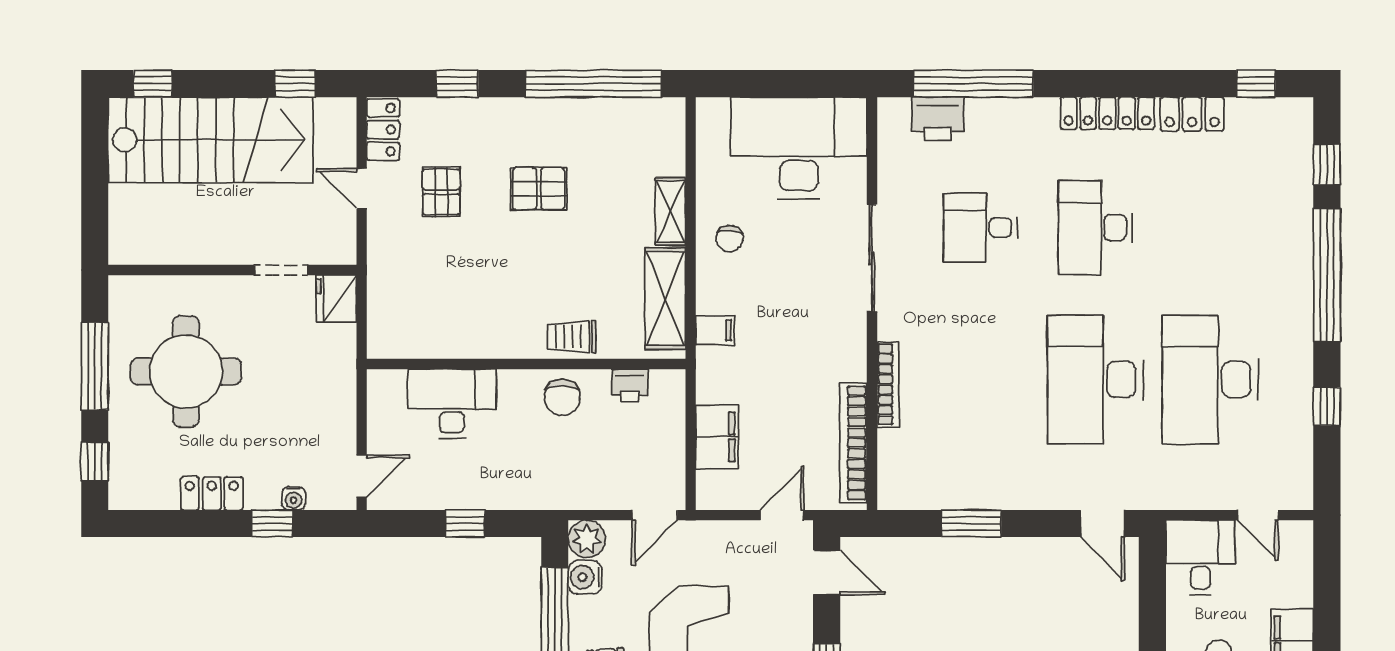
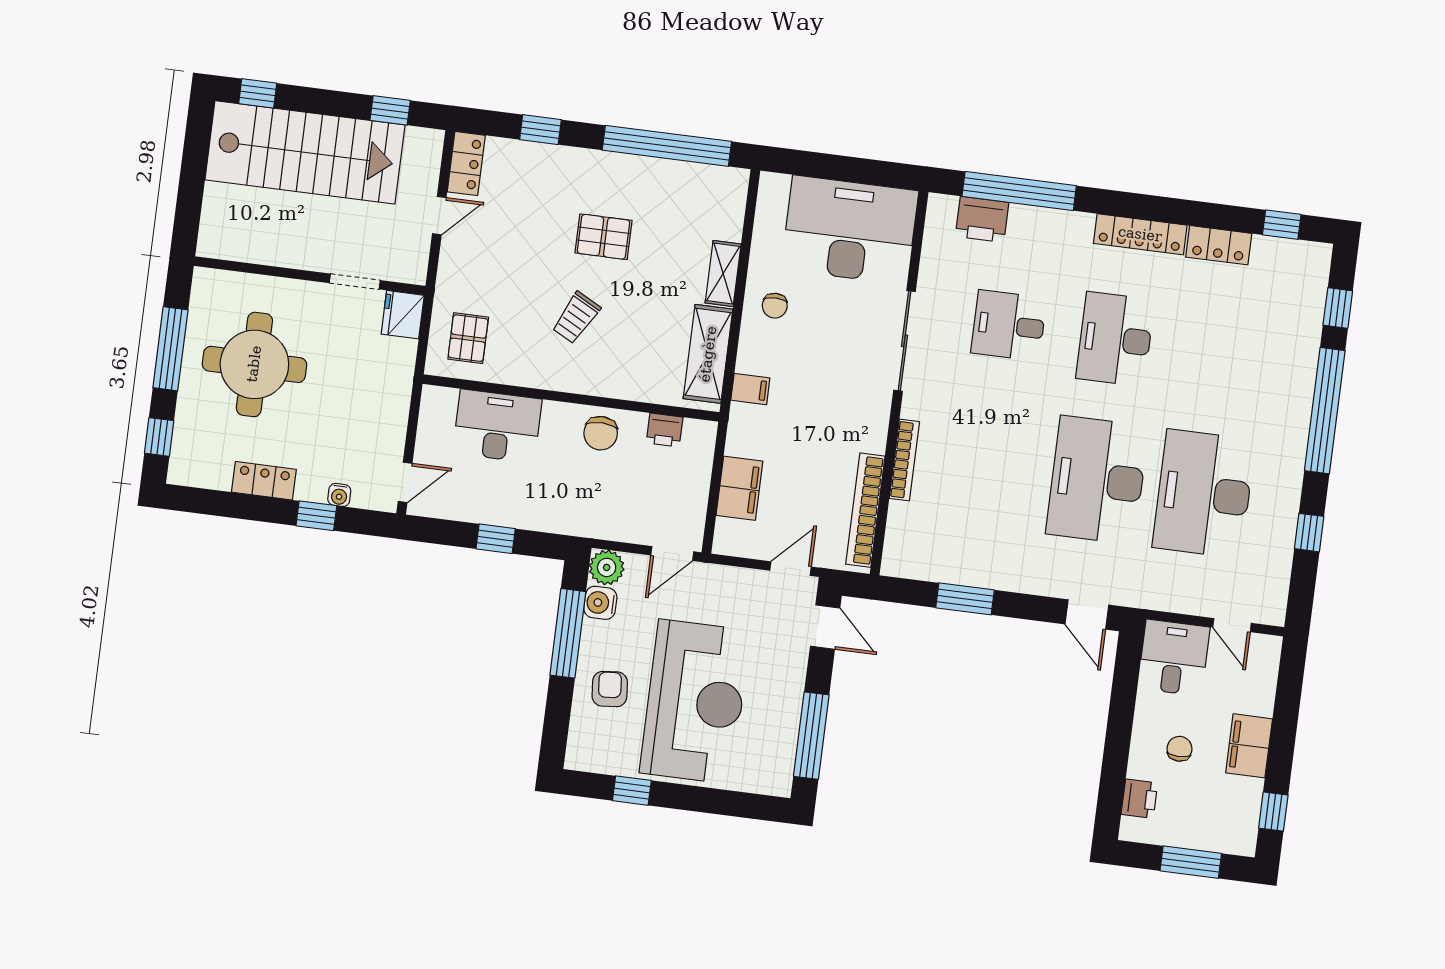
door: (362, 189) -> (439, 216), swing flipped
pallet: (441, 192) -> (468, 338), moved
trolley: (572, 337) -> (576, 318), moved, turned -62

